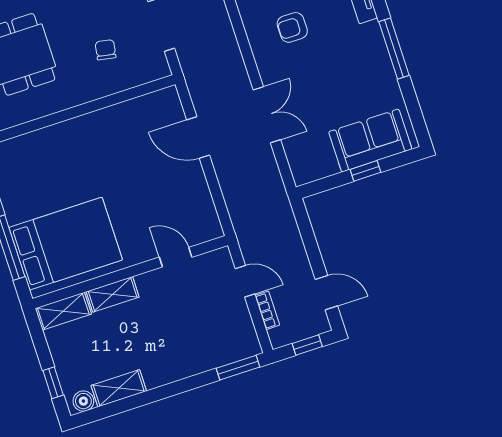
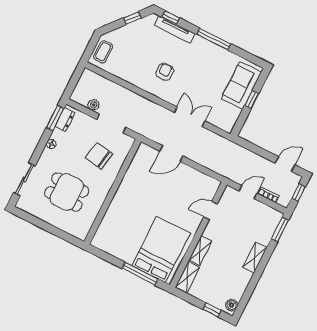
armchair: (292, 27) -> (165, 72), turned 180
chair: (105, 50) -> (99, 156), width x1.87, depth x1.87
shelving: (119, 388) -> (255, 258), moved

